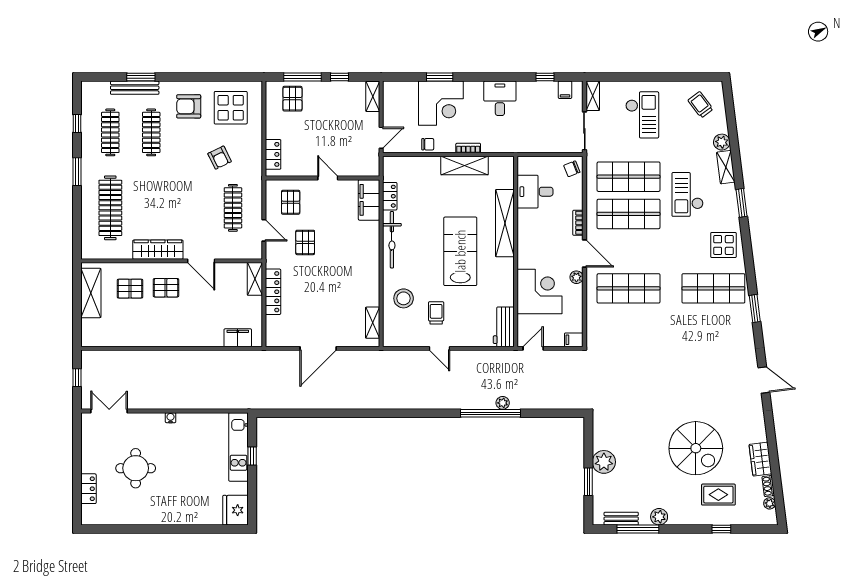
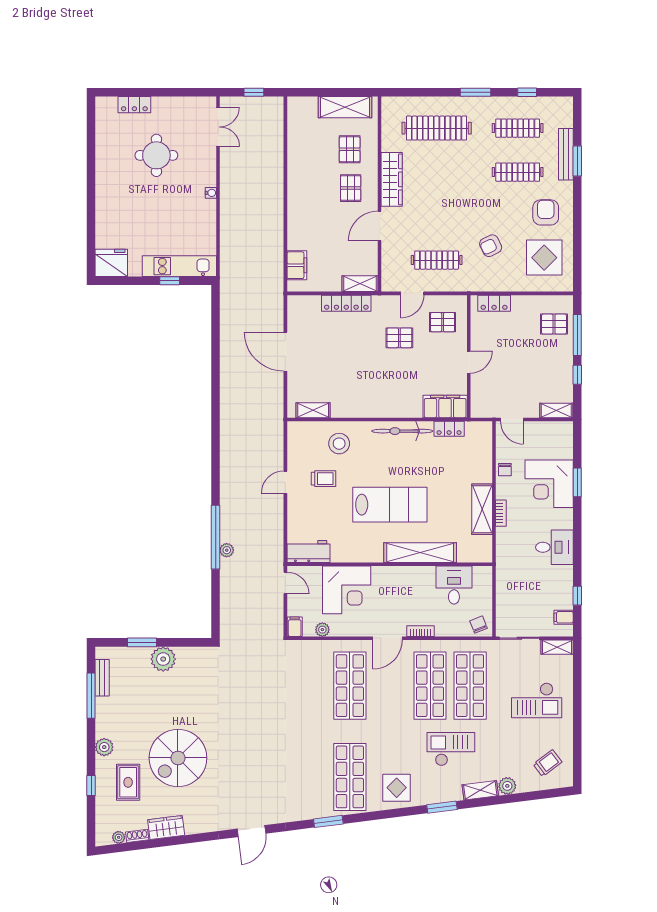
plant: (576, 277) -> (322, 630), moved
plant: (659, 517) -> (104, 747), moved

